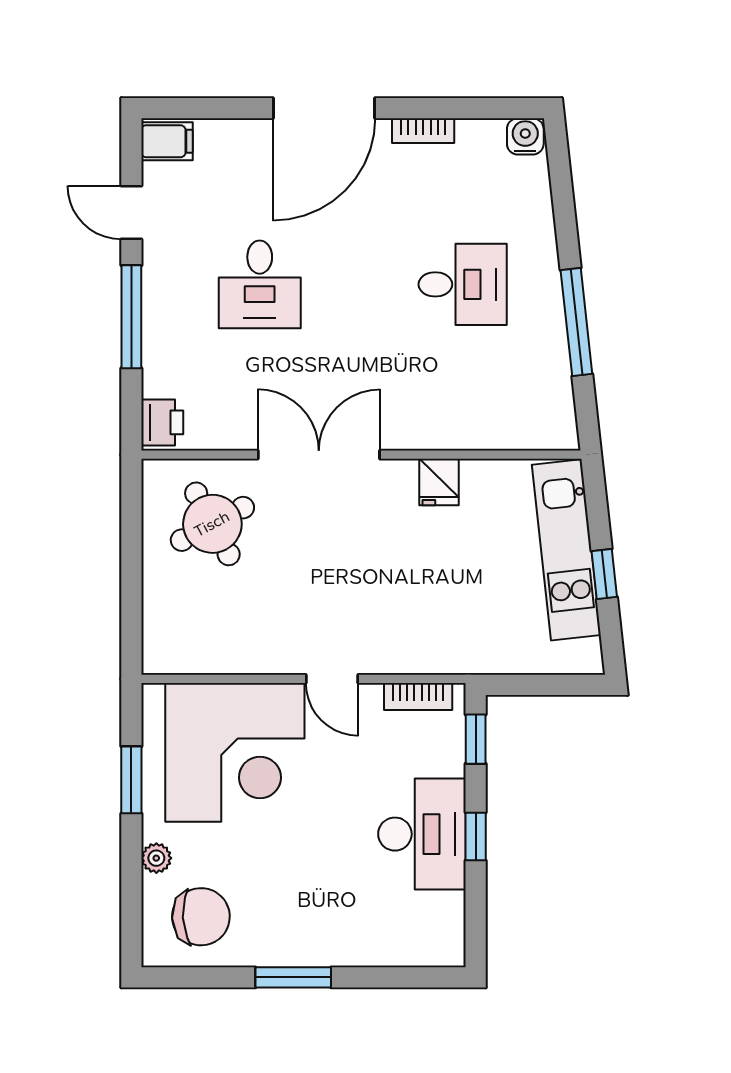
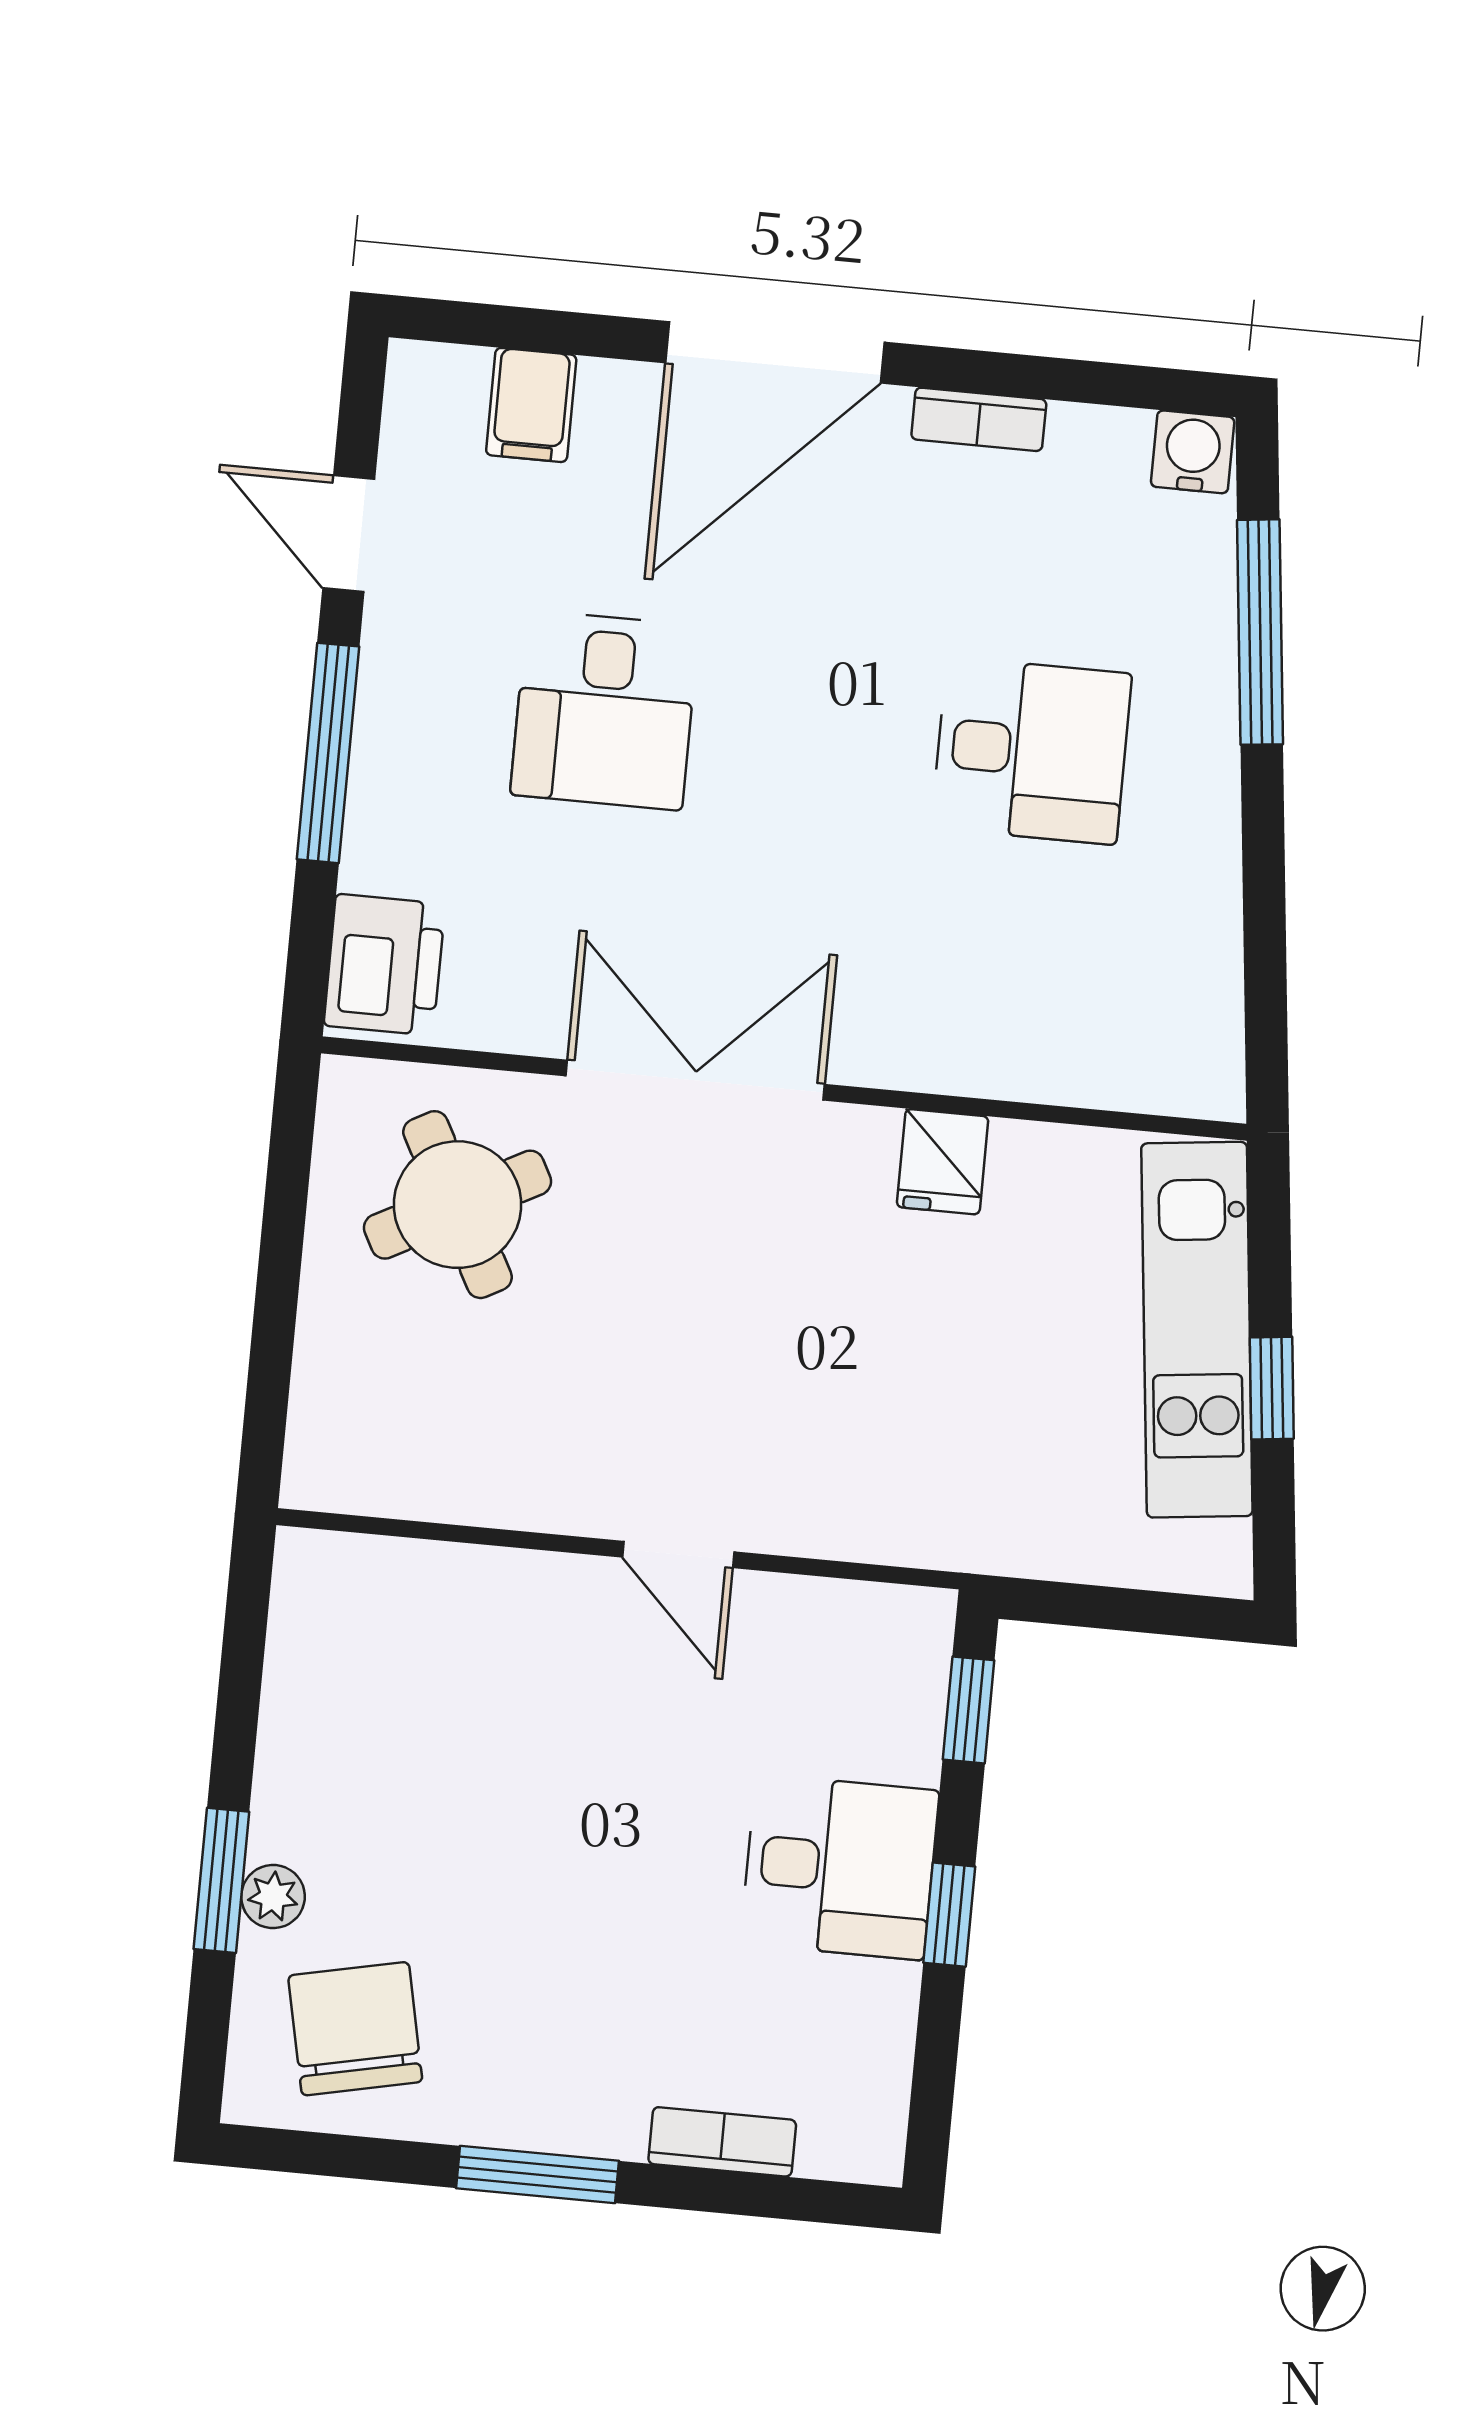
filing cabinet: (167, 141) -> (531, 405), moved, turned 90
window: (576, 322) -> (1260, 632), moved
printer: (162, 422) -> (384, 965), width x1.36, depth x1.24
bookcase: (418, 696) -> (722, 2142), moved, turned 180
corner desk: (235, 752) -> (459, 1690), removed
window: (131, 780) -> (221, 1880), moved
desk: (422, 834) -> (840, 1867), width x0.73
chair: (201, 917) -> (355, 2029), turned -99

